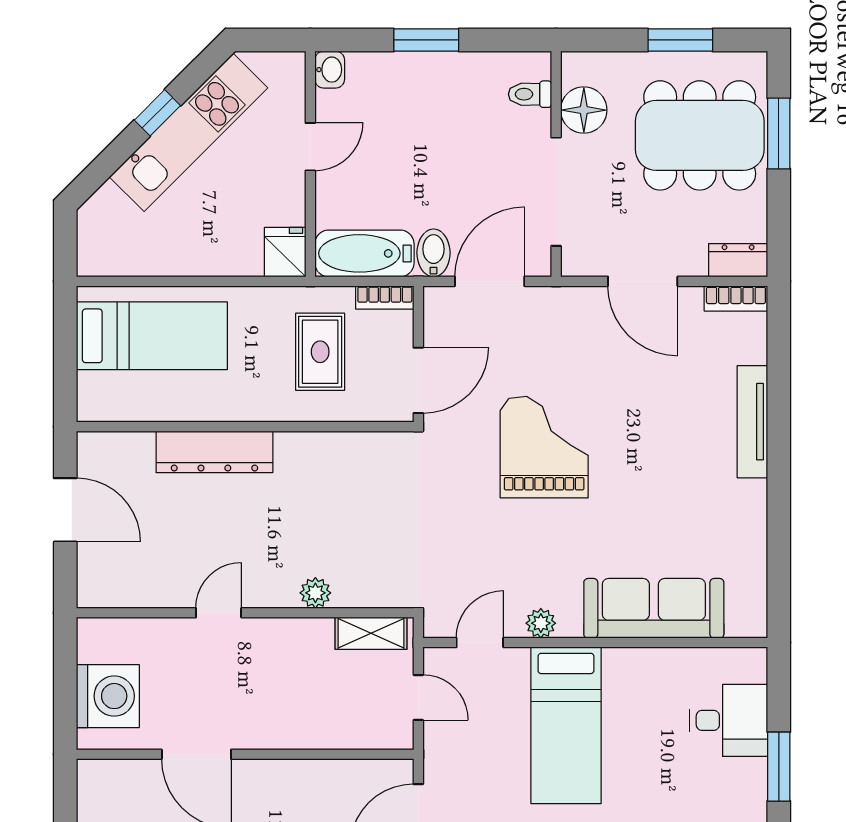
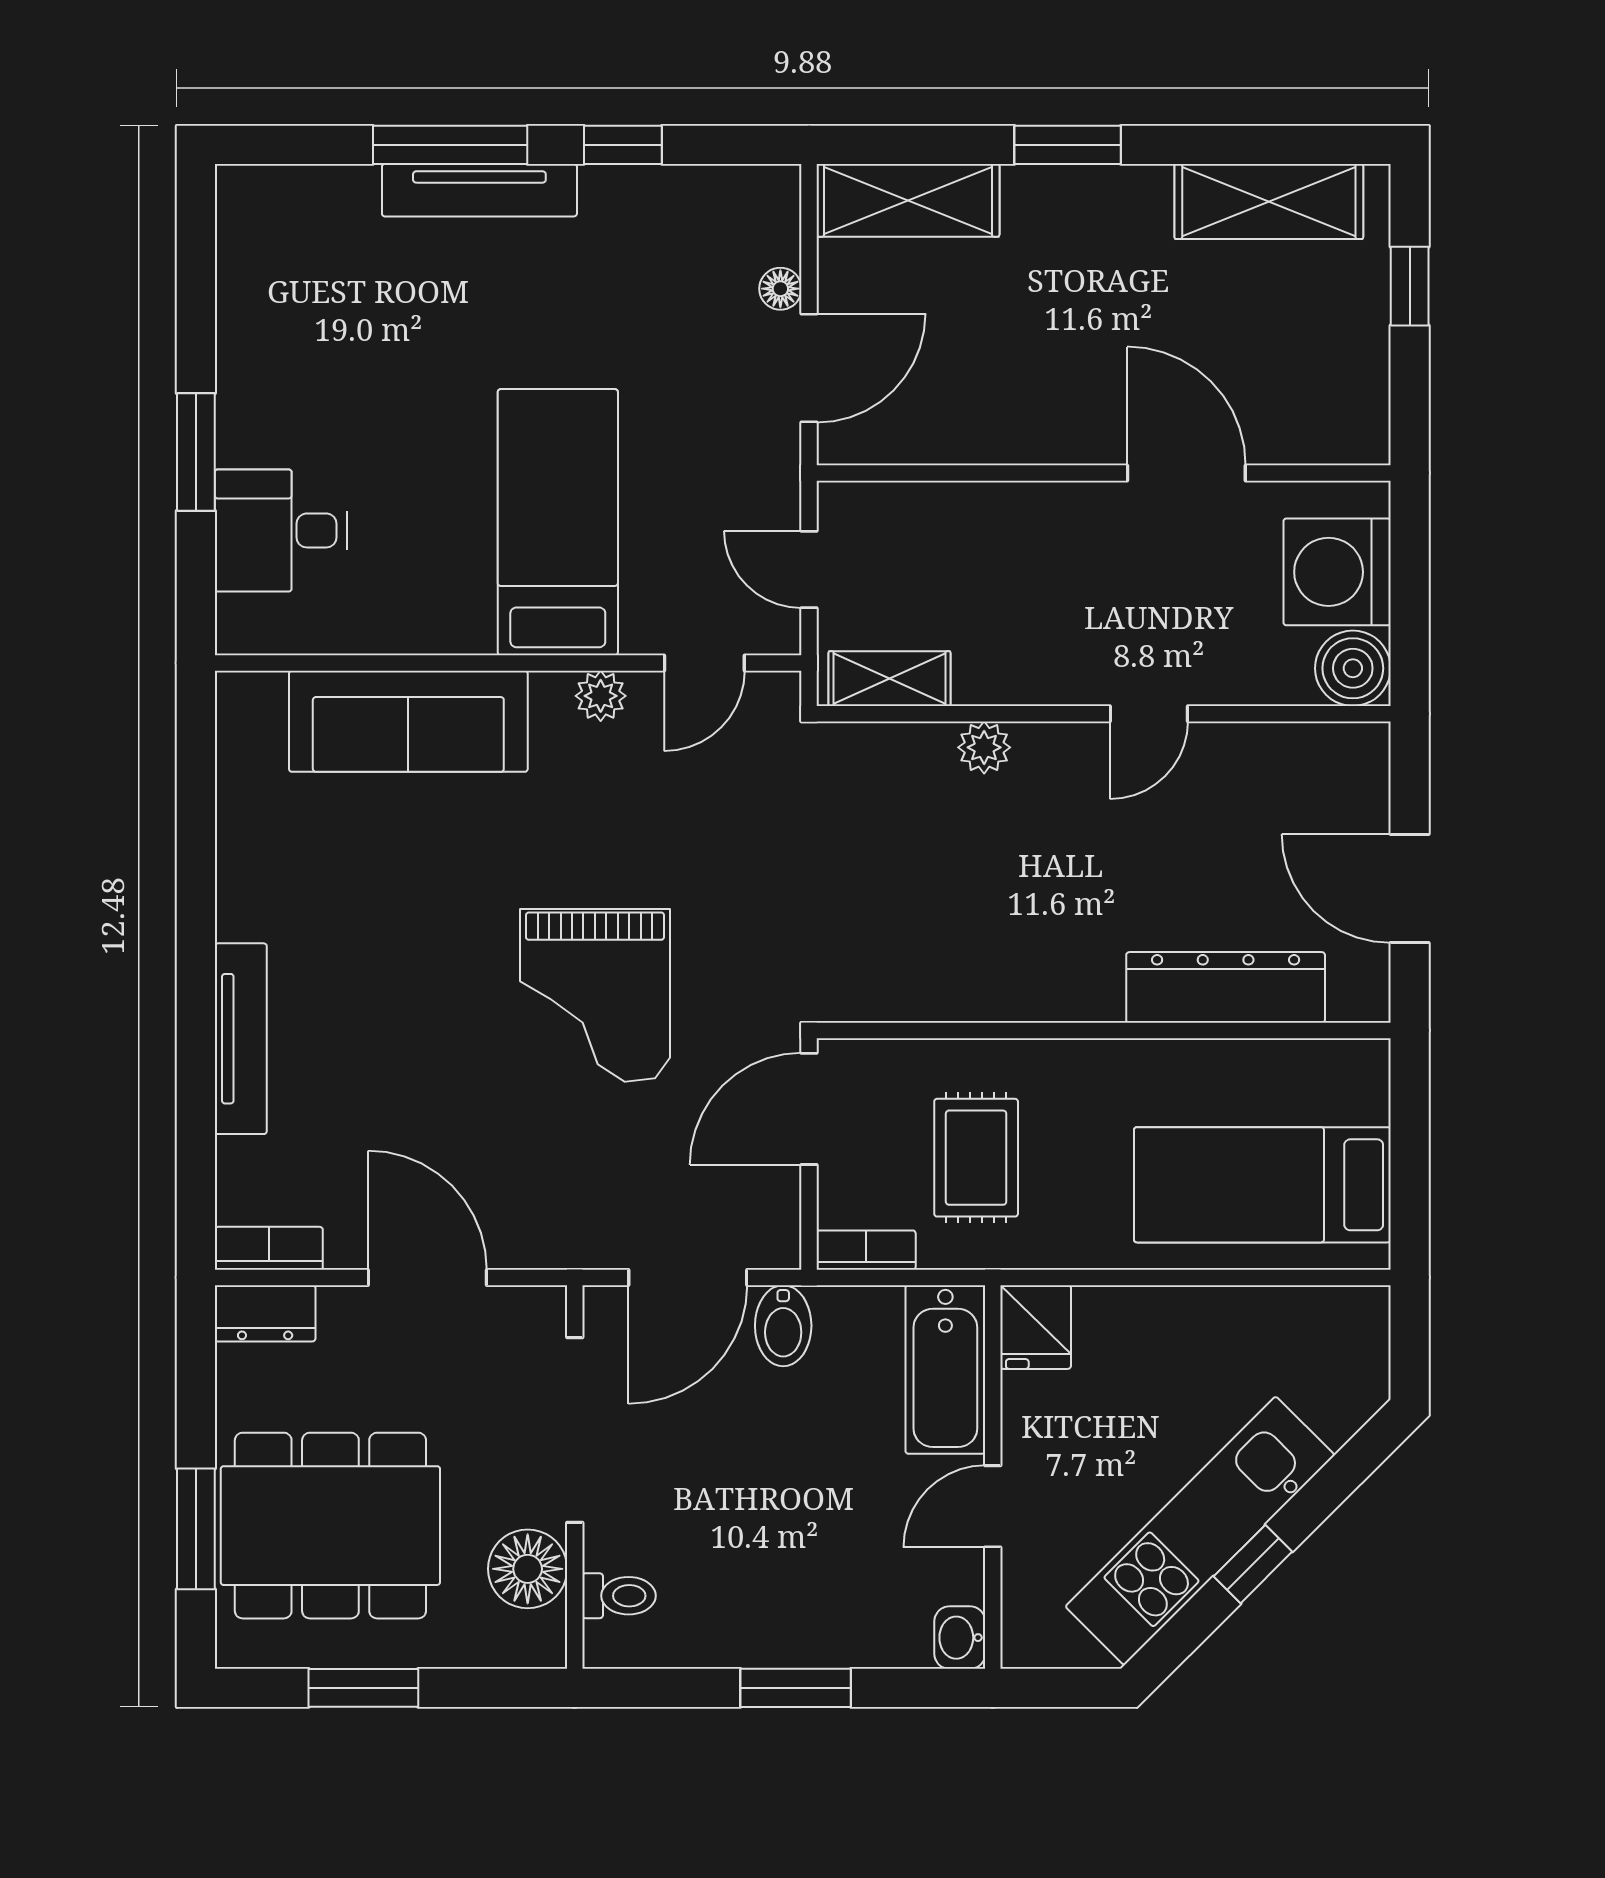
bathtub: (364, 253) -> (945, 1369), moved, turned 90
dresser: (214, 452) -> (1226, 987), moved
boiler: (99, 639) -> (1353, 668), added

